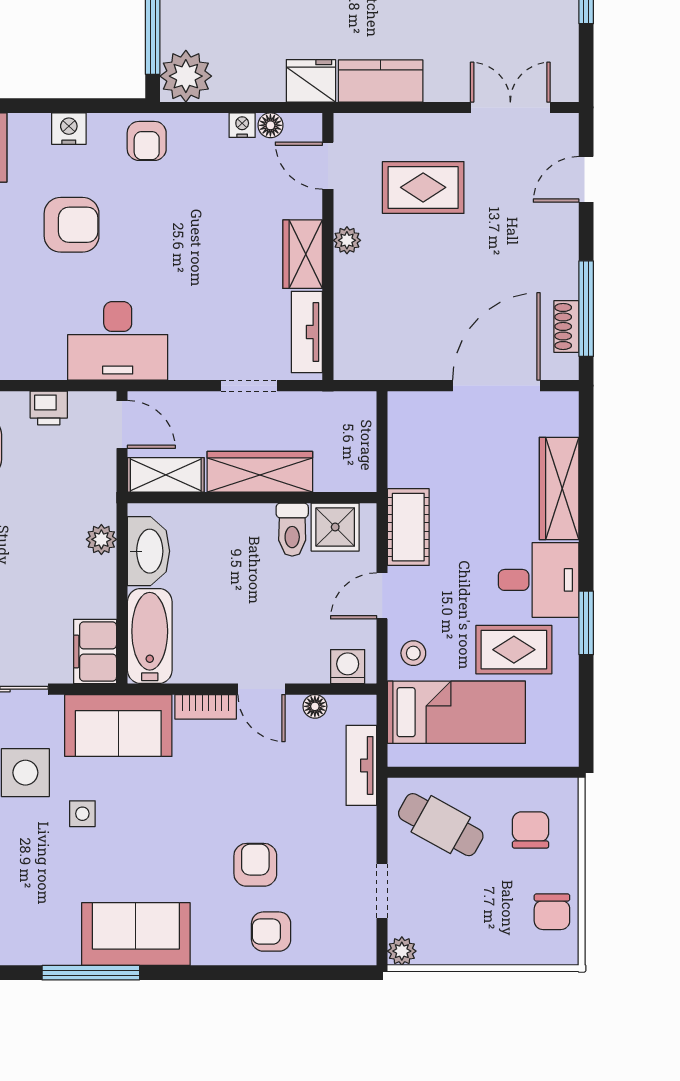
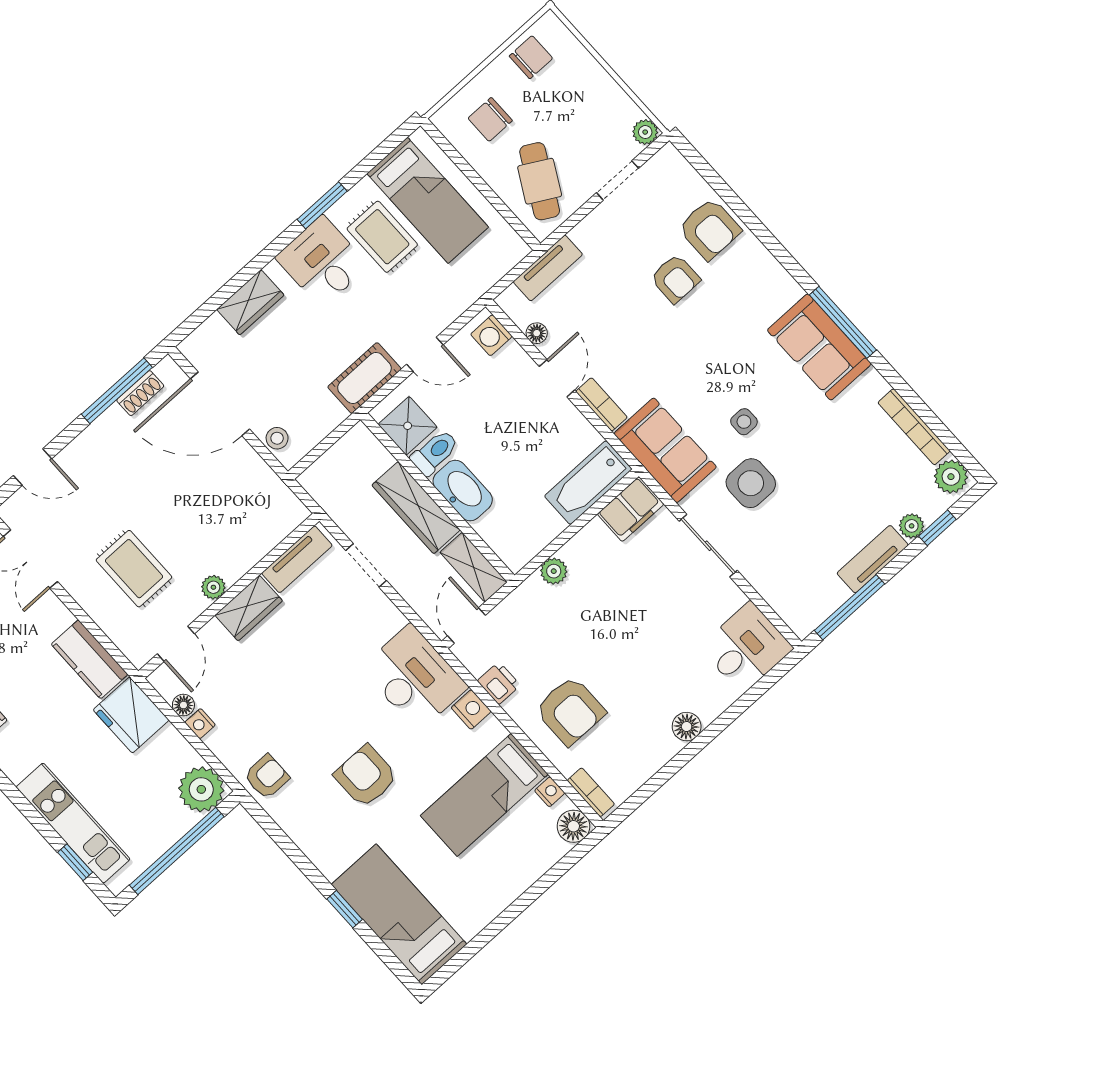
fridge: (311, 81) -> (131, 715), width x1.36, depth x1.34
nightstand: (69, 129) -> (471, 709), moved, turned 180
wardrobe: (559, 488) -> (250, 302), width x0.67
washbasin: (148, 551) -> (463, 491), moved, turned 90
stool: (413, 653) -> (277, 438), moved
bed: (456, 712) -> (428, 200), moved, turned 180
armchair: (255, 865) -> (675, 279), turned -90
armchair: (271, 932) -> (710, 229), width x1.38, depth x1.38
sofa: (136, 934) -> (819, 347), moved

